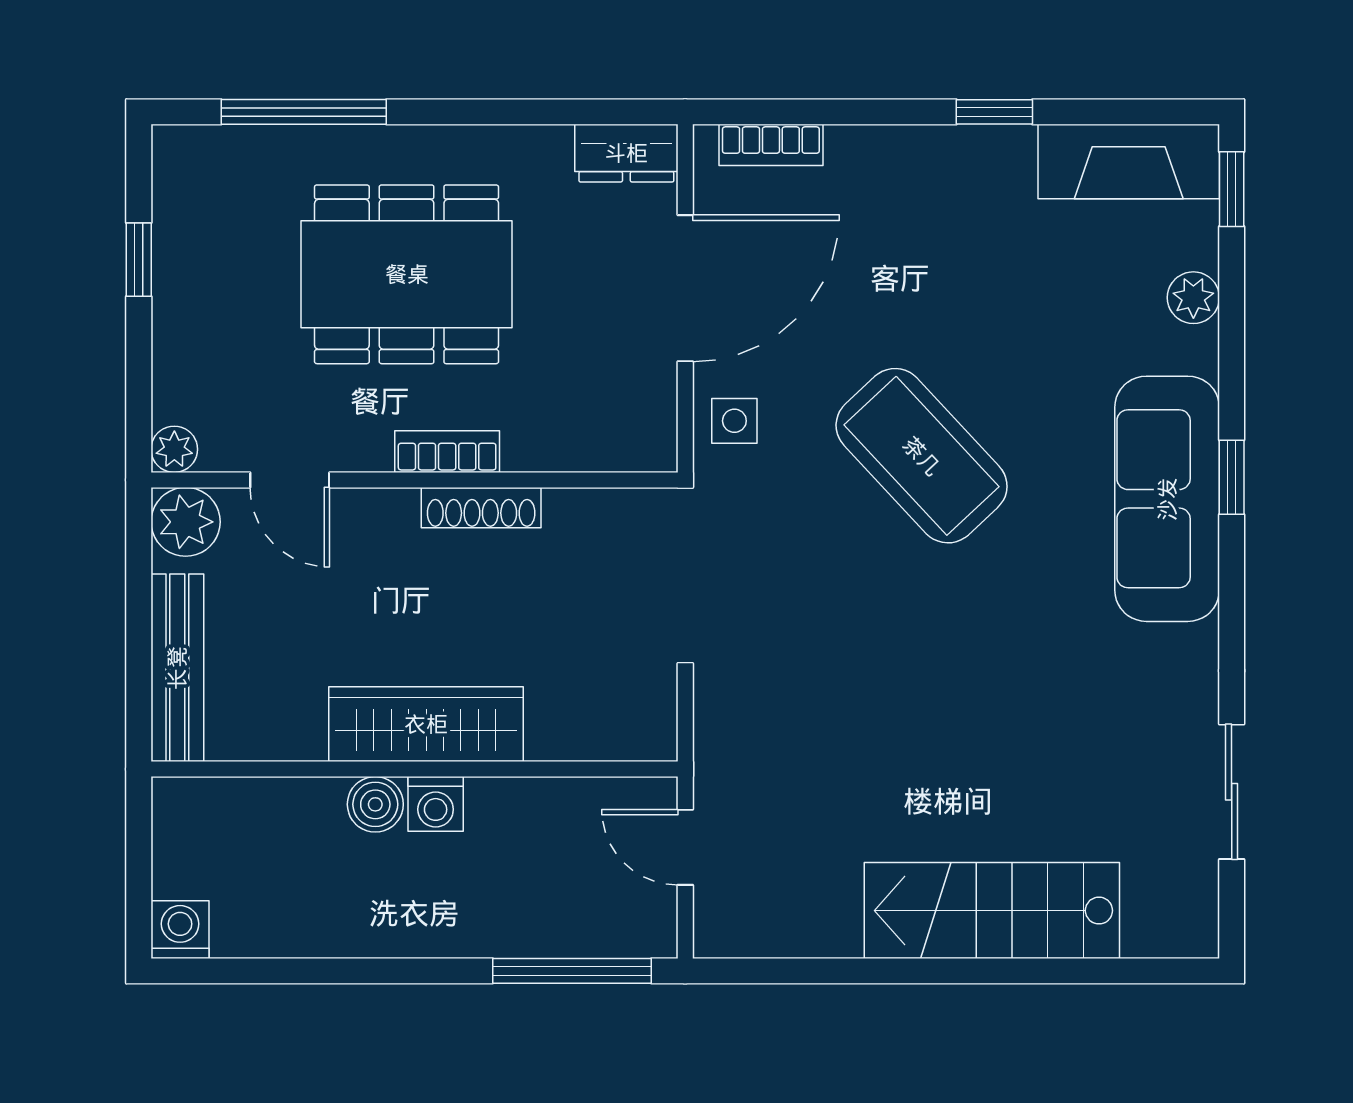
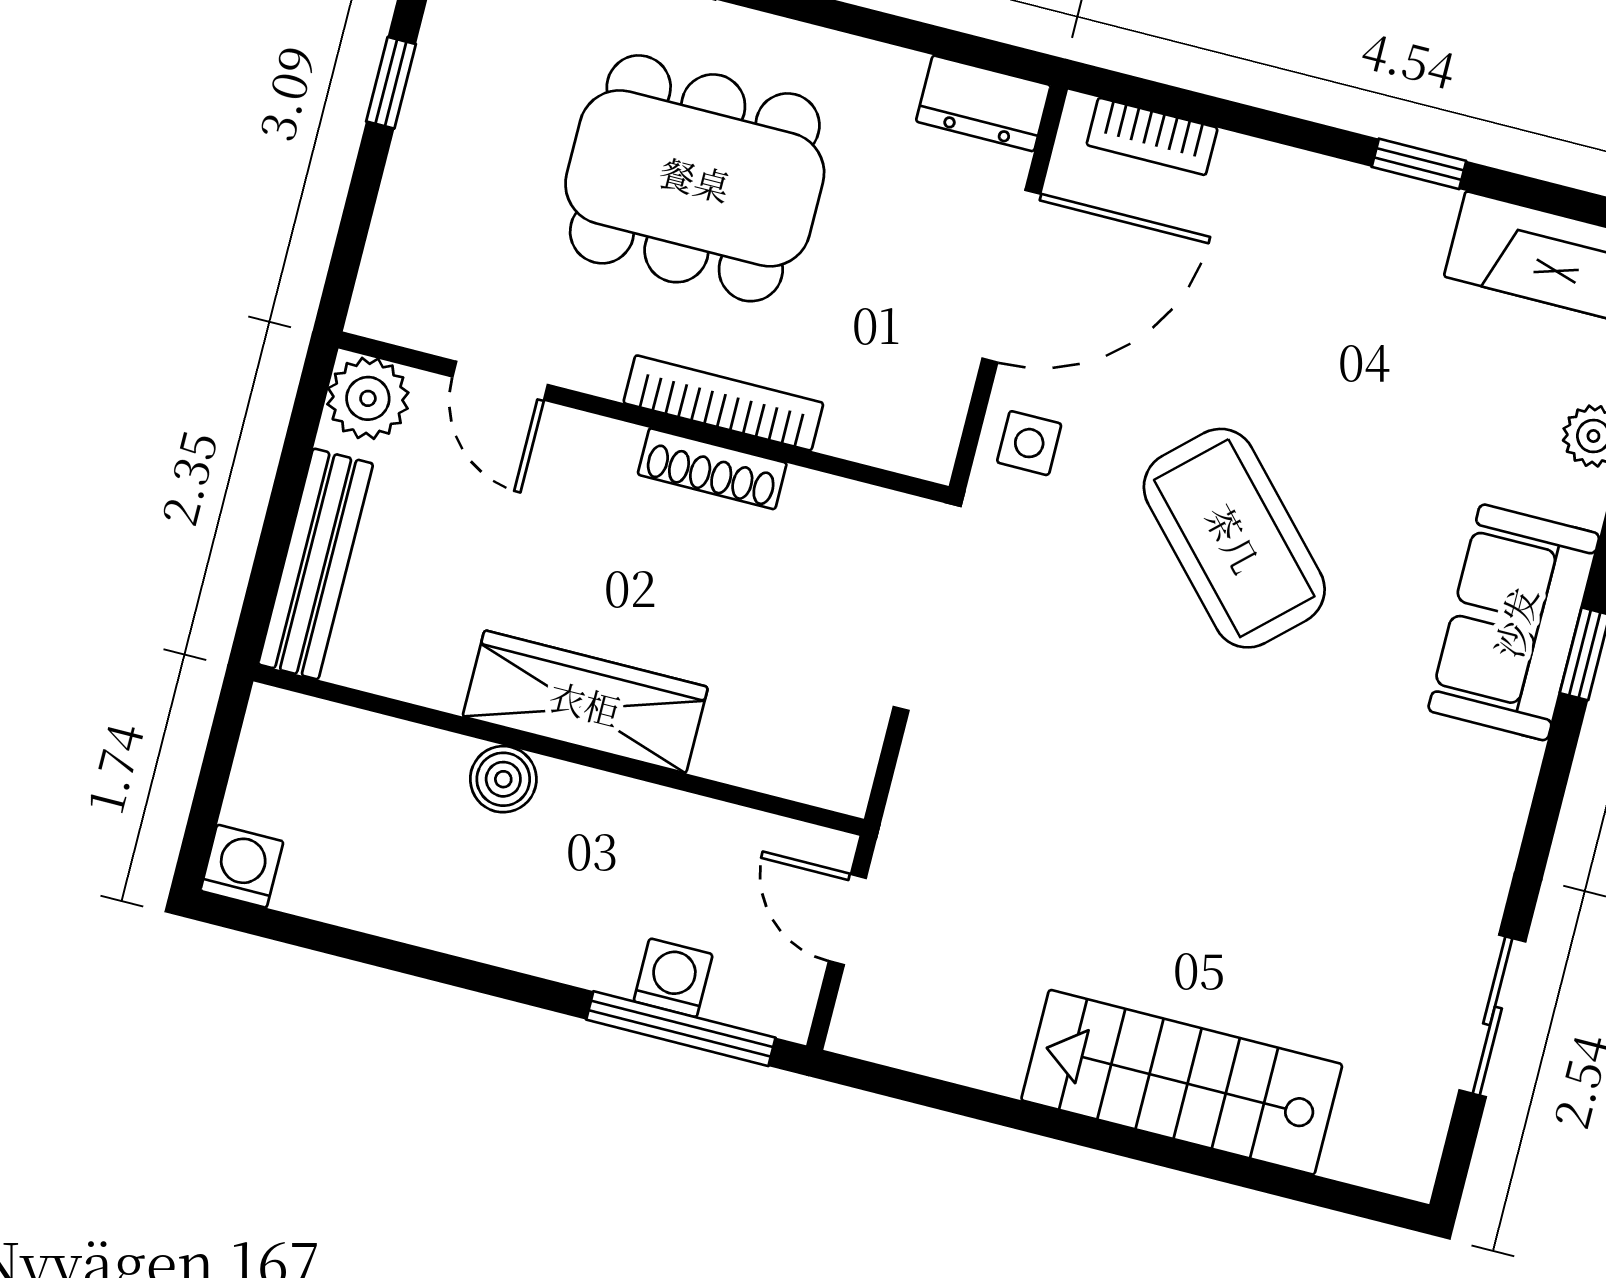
plant: (174, 449) -> (376, 312), removed
bookcase: (447, 452) -> (723, 403), width x1.56
sofa: (1167, 499) -> (1514, 622), width x0.73
washing machine: (436, 804) -> (673, 978), moved, turned 180

